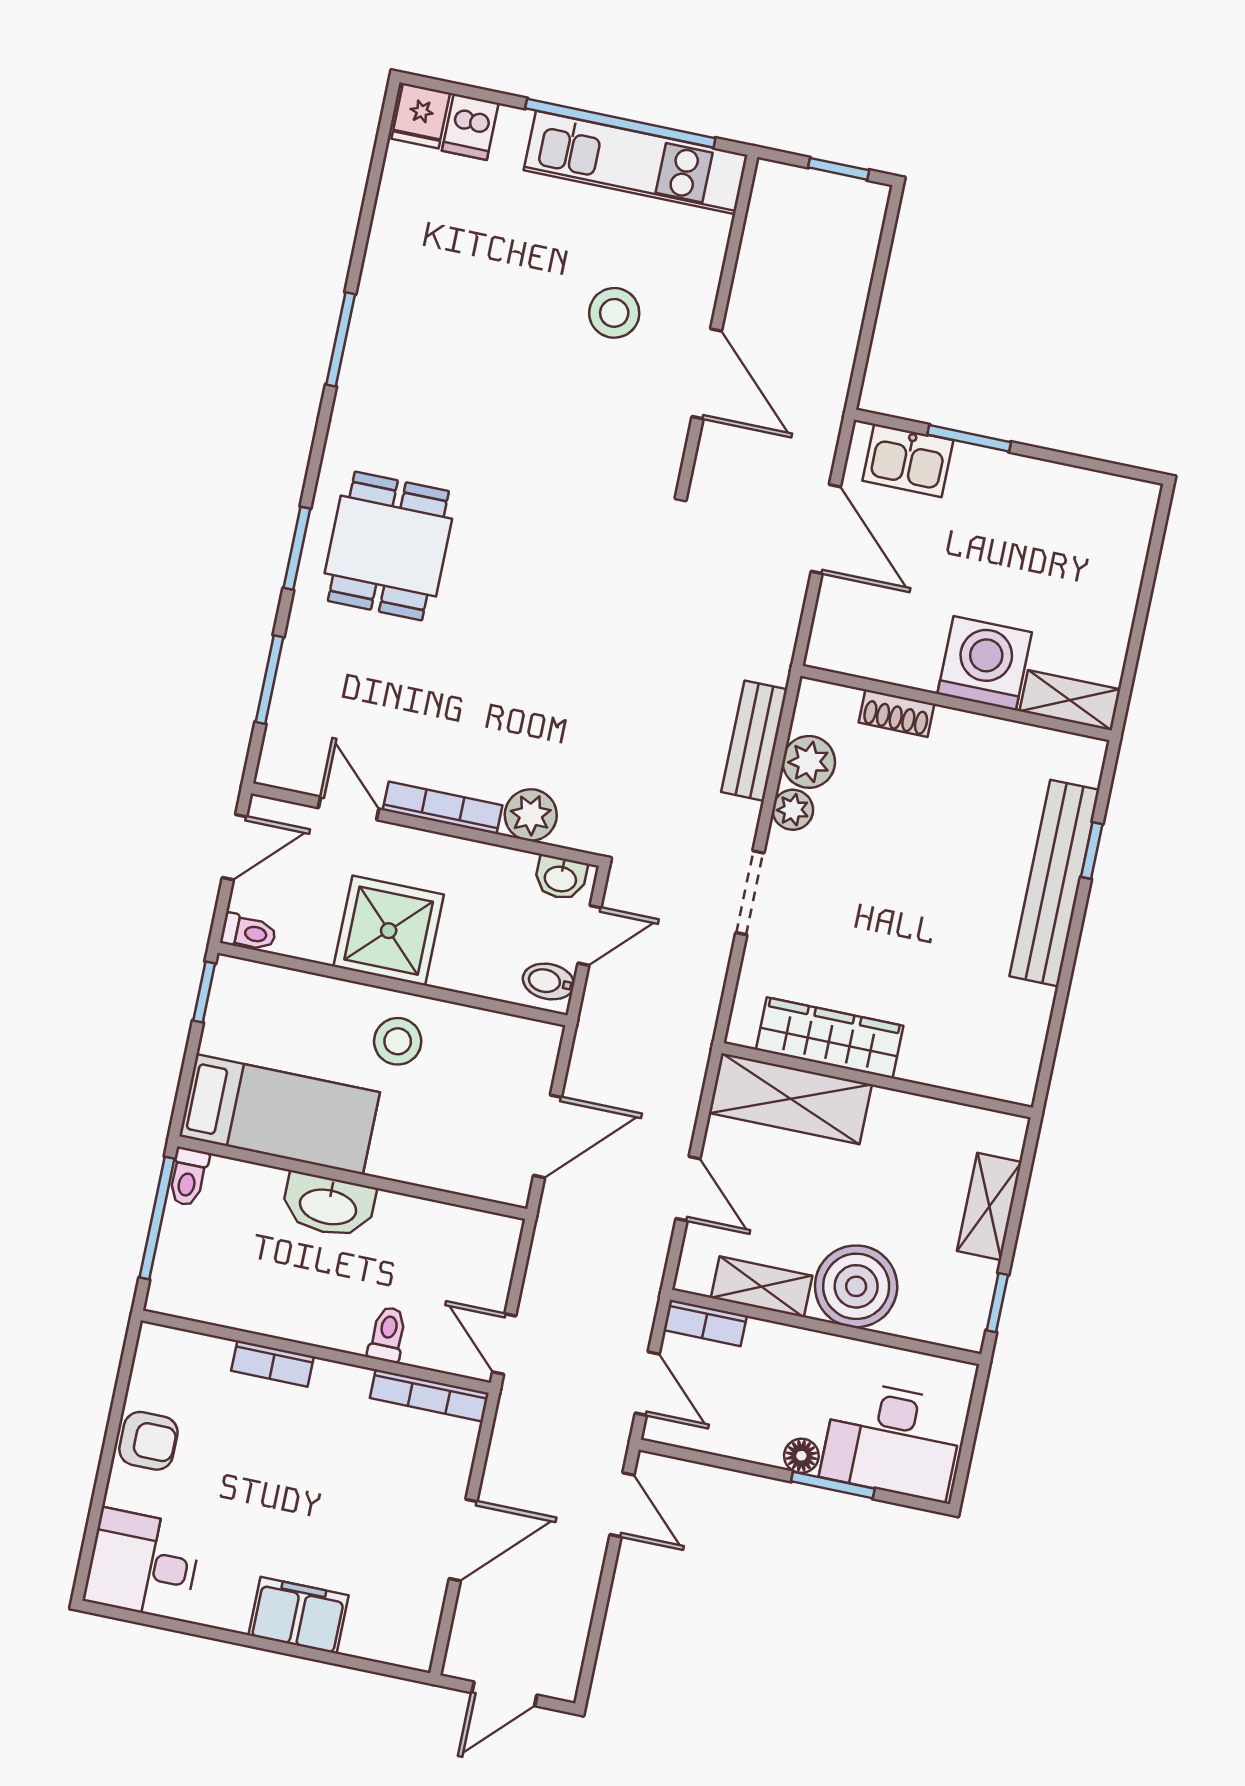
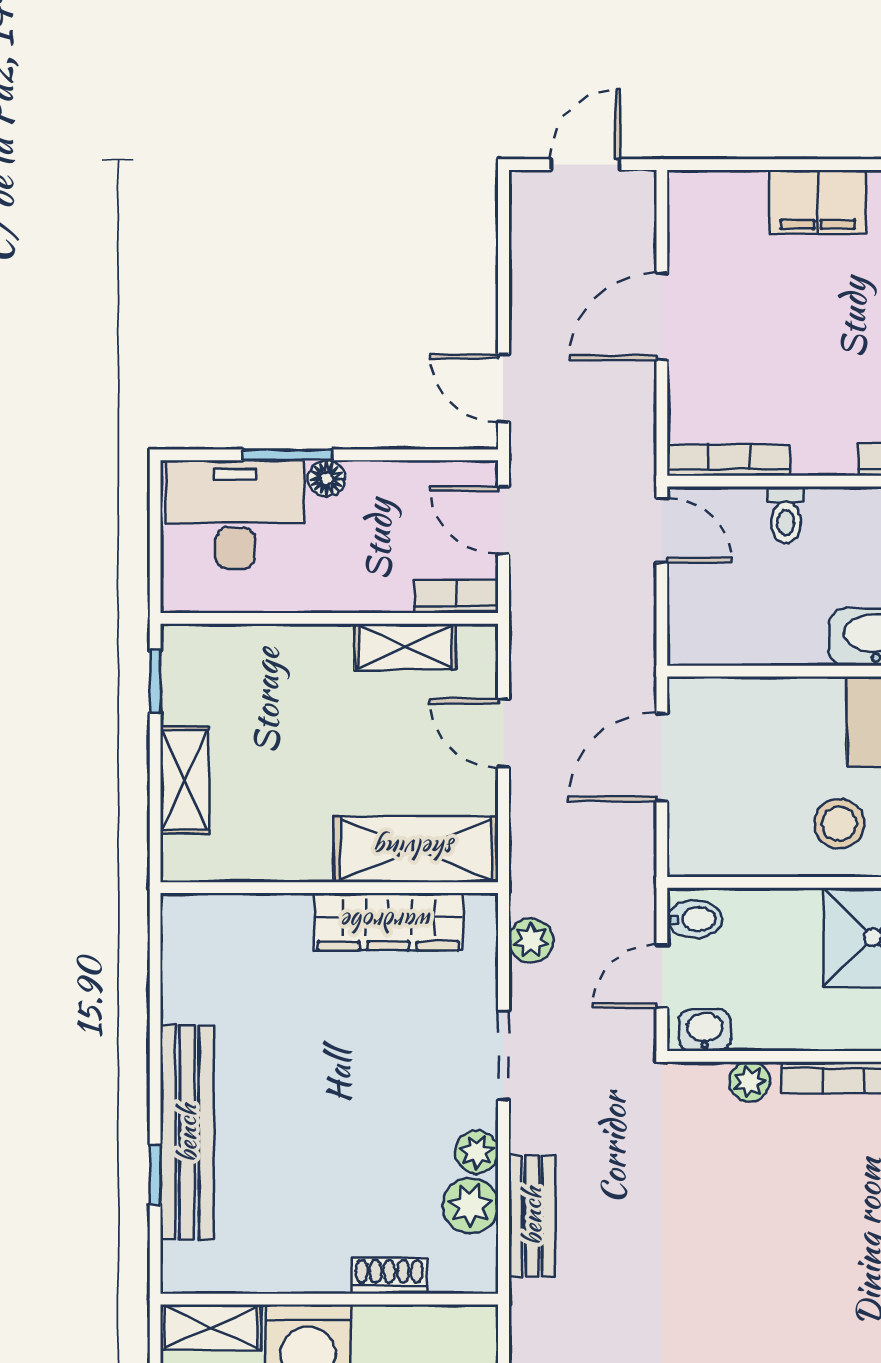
plant: (531, 815) -> (750, 1082), width x0.73, depth x0.73
plant: (703, 993) -> (531, 940), added
boiler: (856, 1286) -> (306, 668), removed

